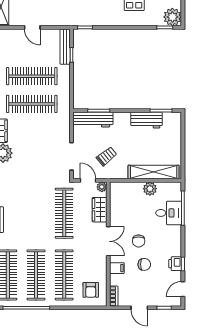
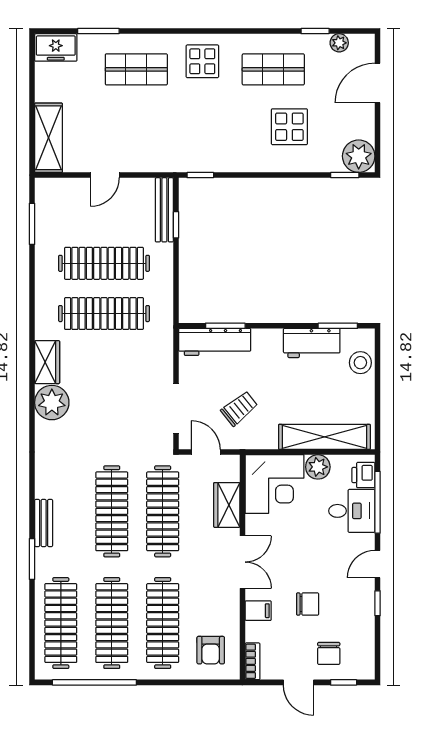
door: (32, 27) -> (105, 175), hinge flipped
stool: (173, 131) -> (360, 363), added
plant: (102, 187) -> (231, 464), removed
corner desk: (126, 198) -> (274, 484), added
clothes rail: (36, 213) -> (112, 511), added
chair: (139, 241) -> (329, 653), moved
printer: (175, 264) -> (363, 475), moved
door: (183, 289) -> (378, 564), moved

